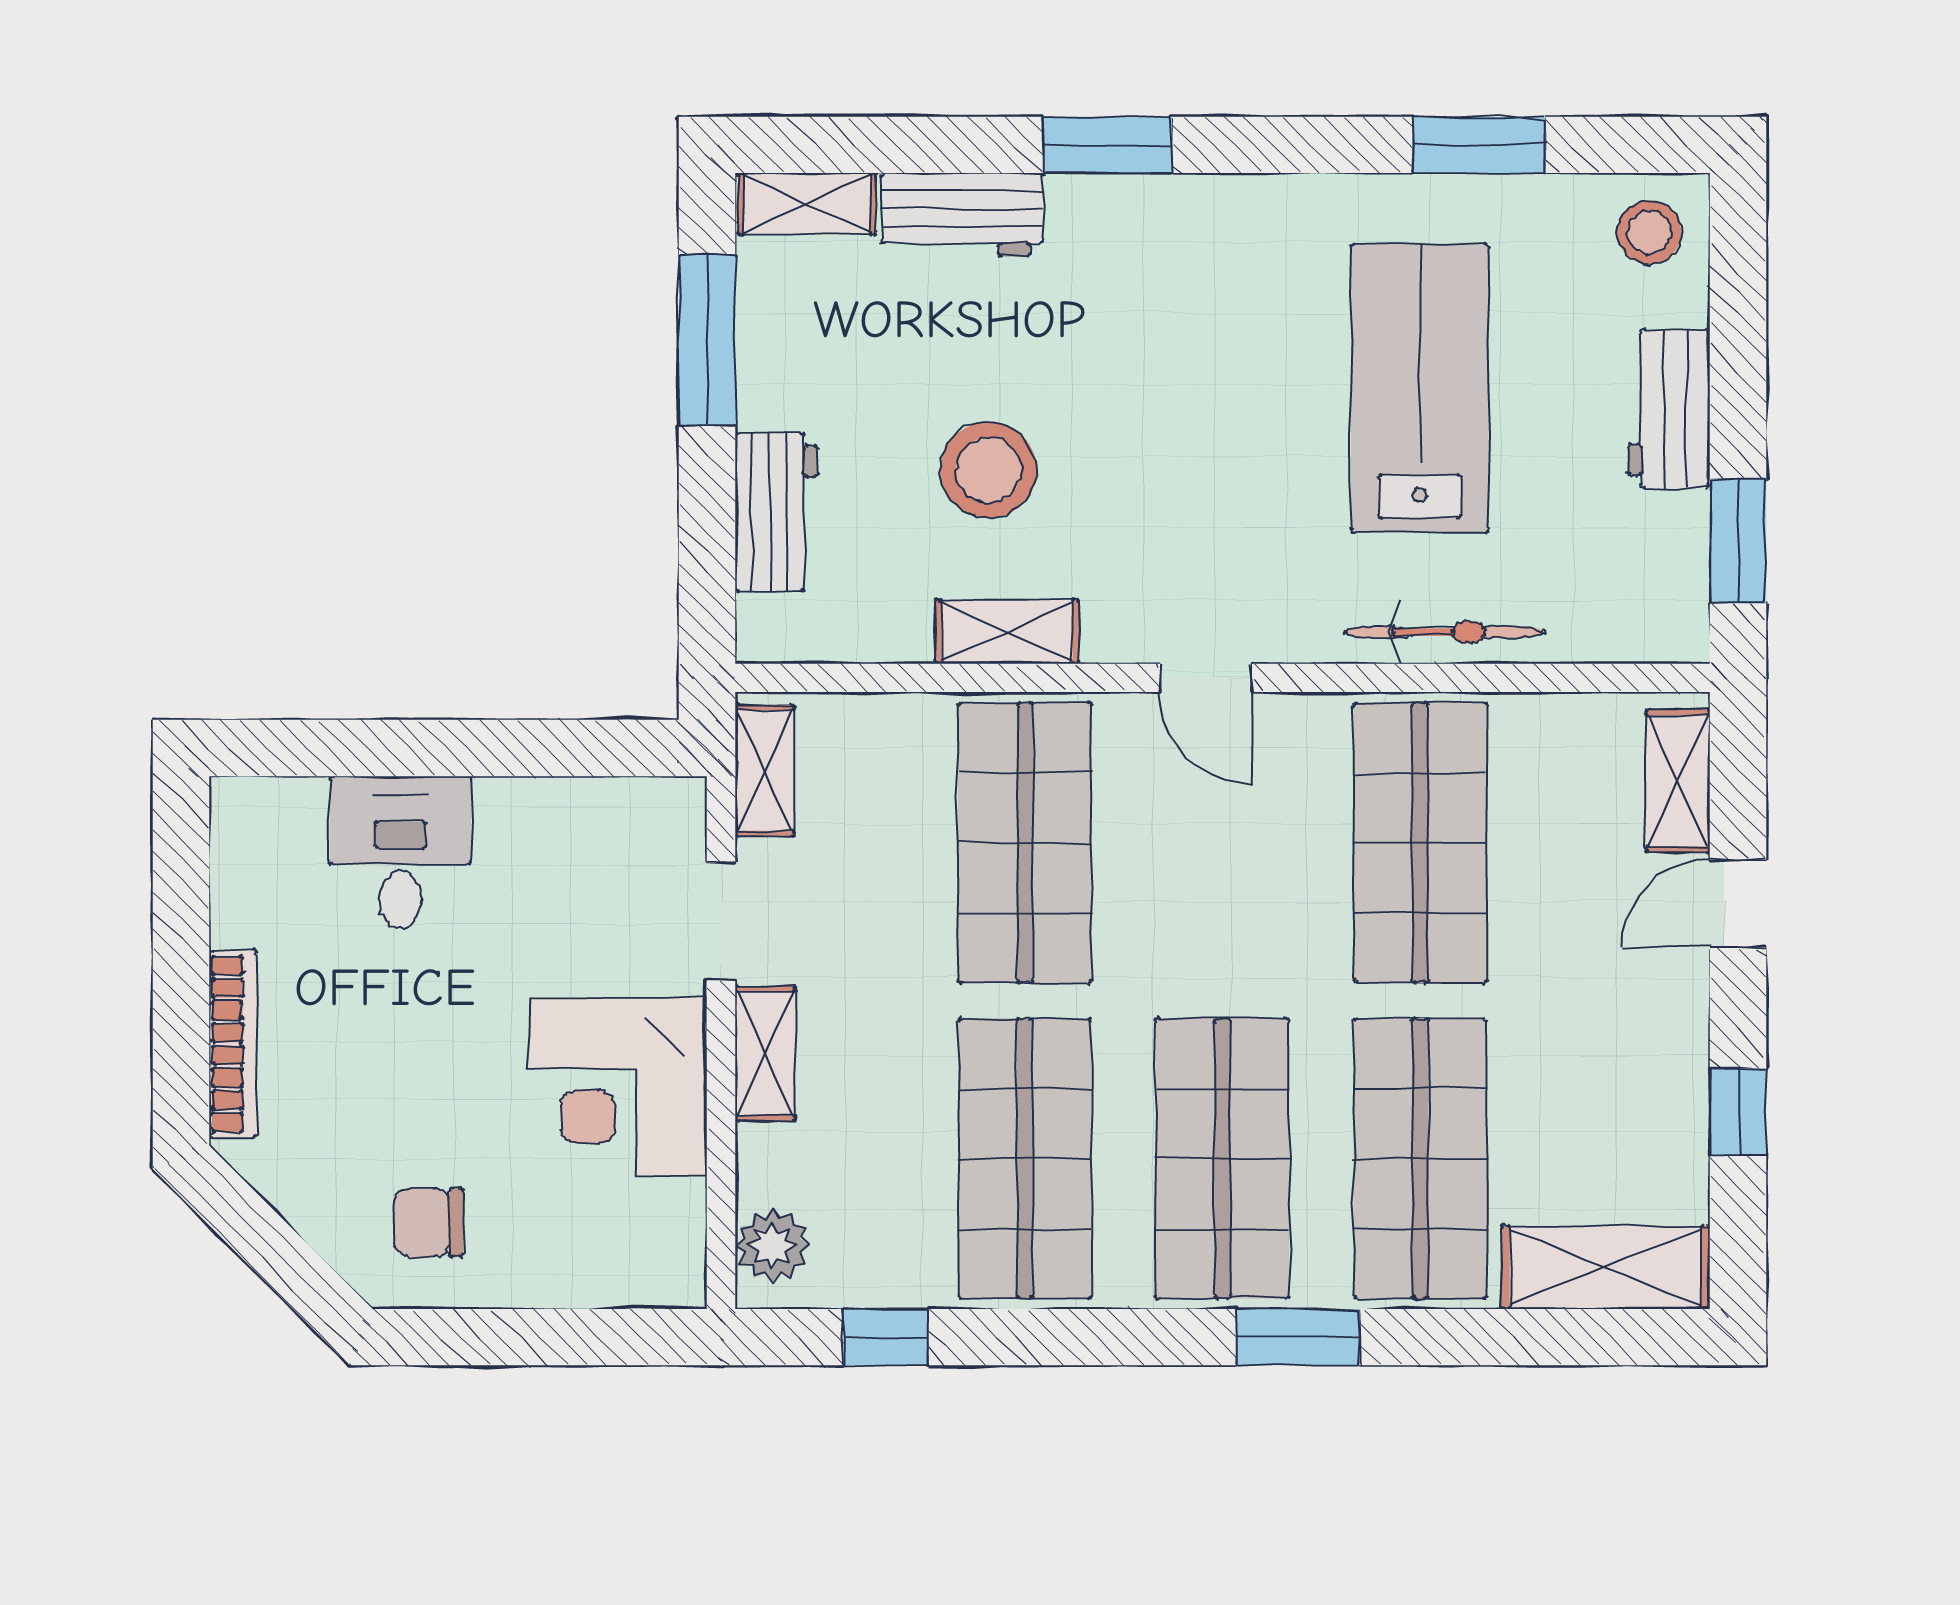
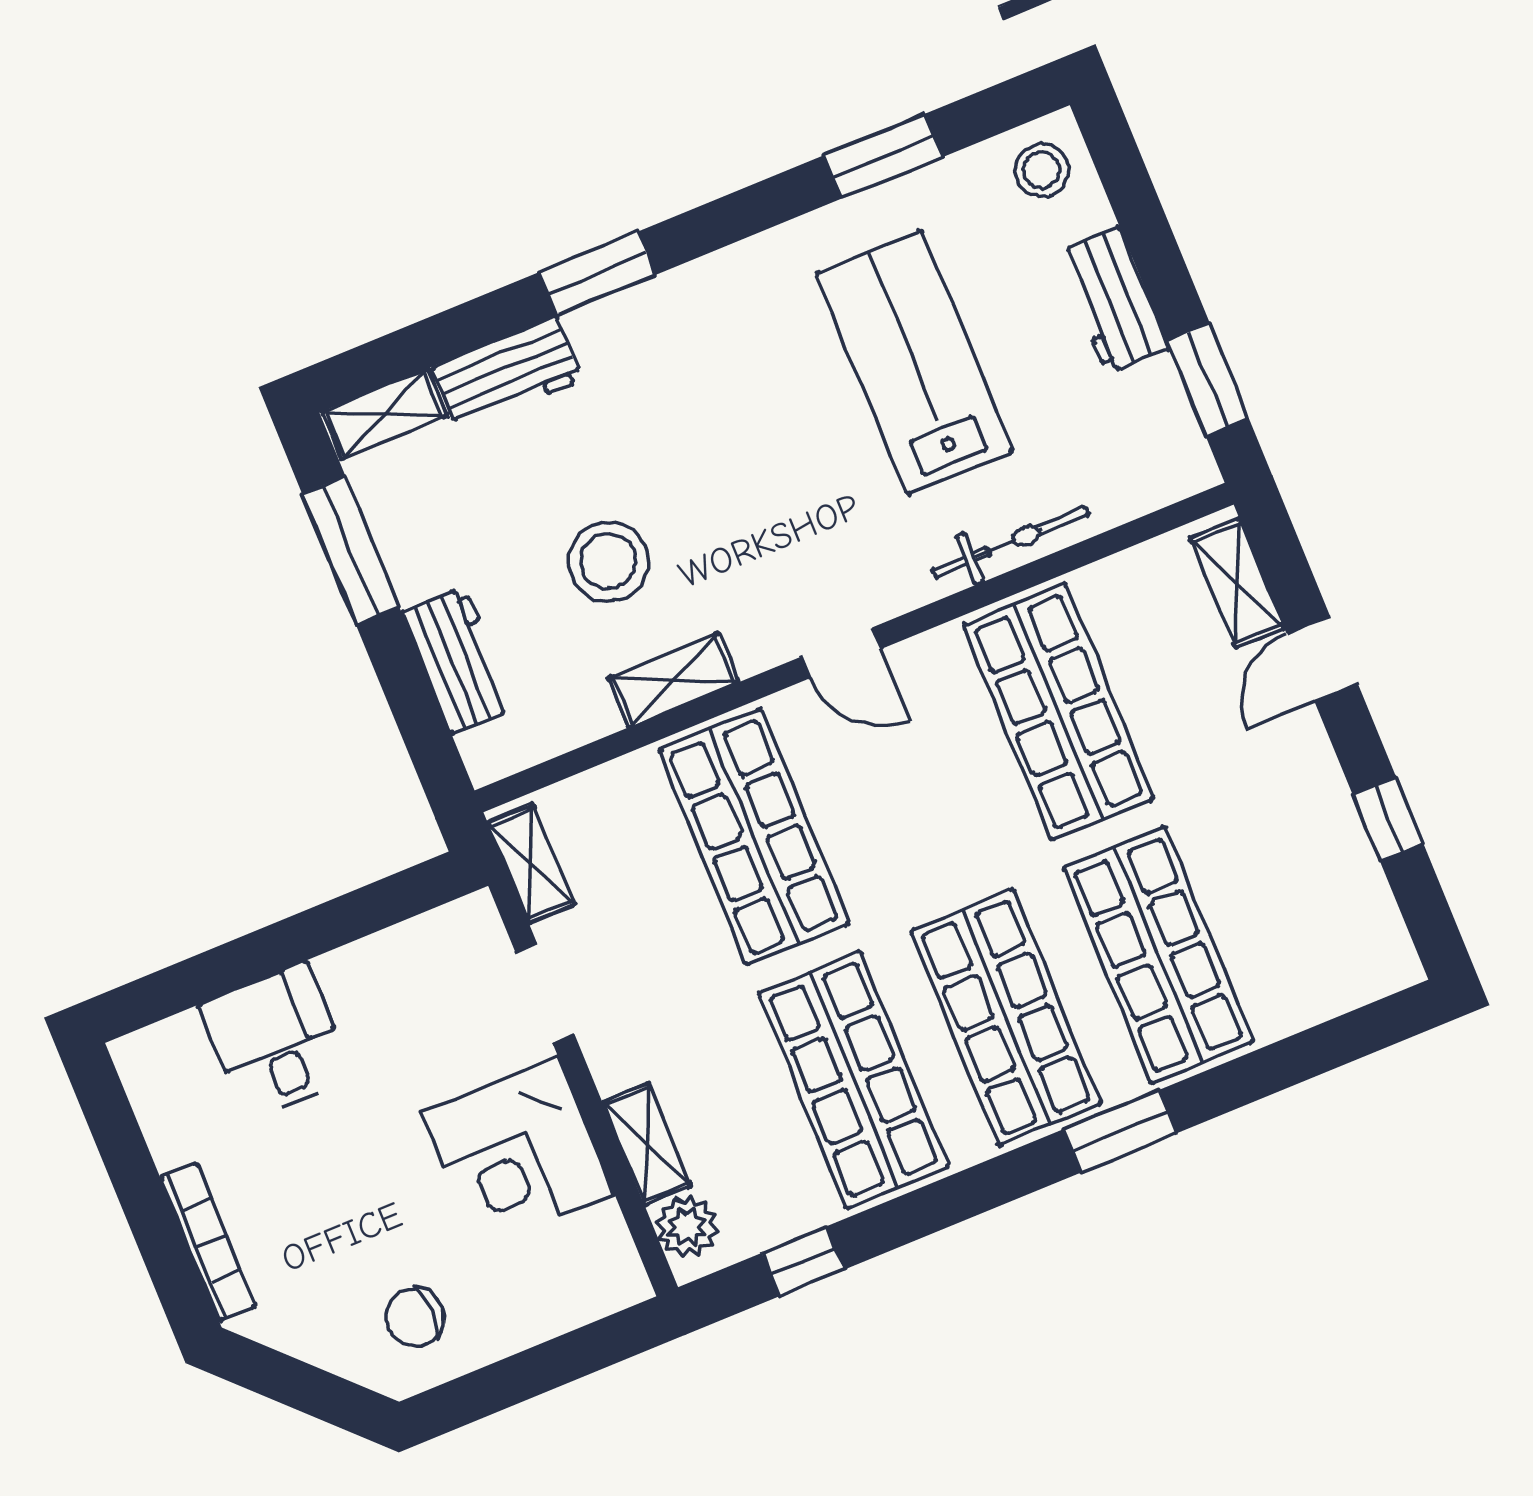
shelving: (765, 1054) -> (647, 1144), moved
shelving: (1606, 1267) -> (1335, 980), removed

